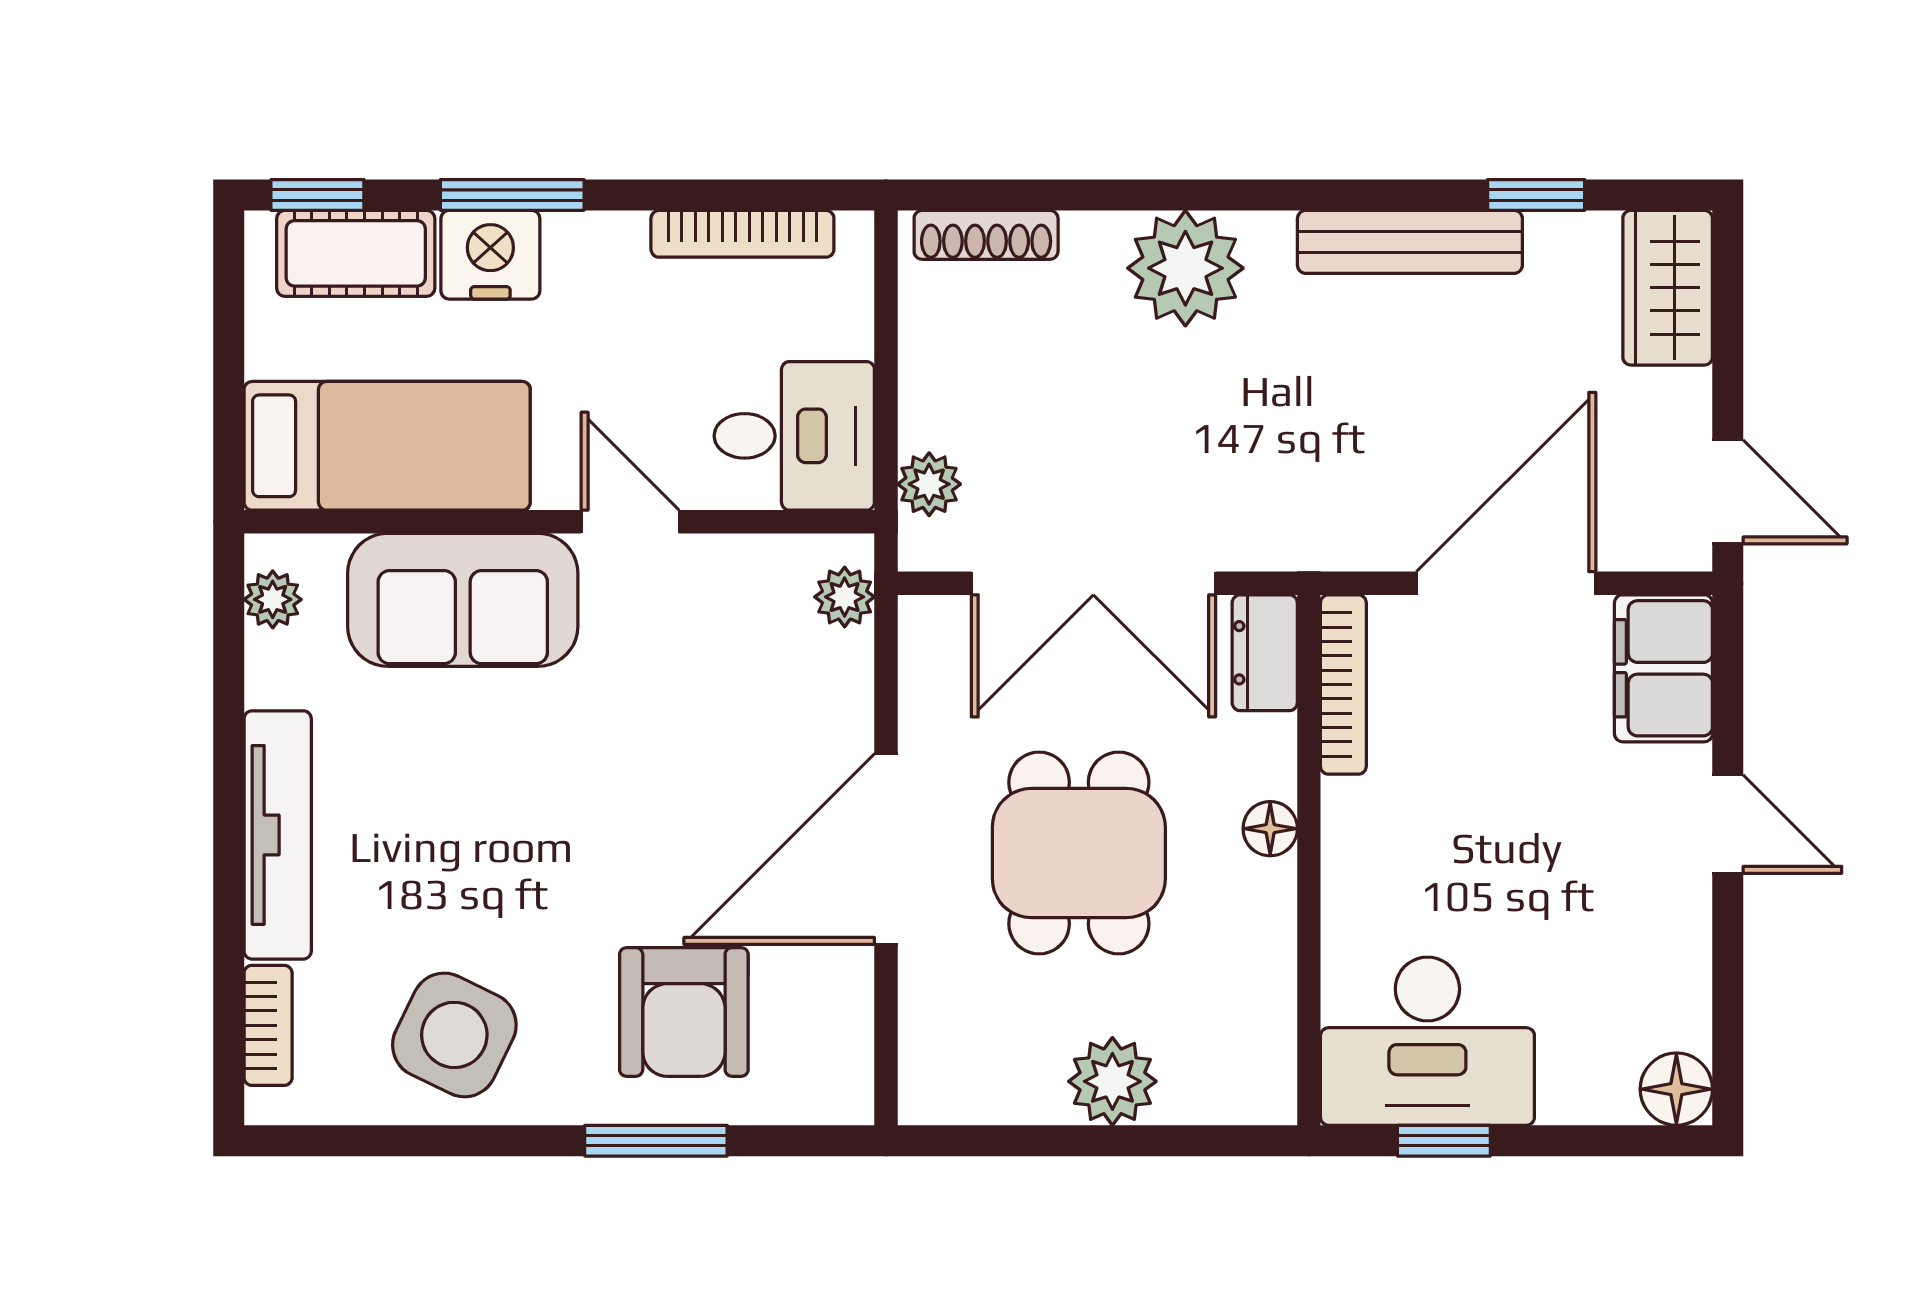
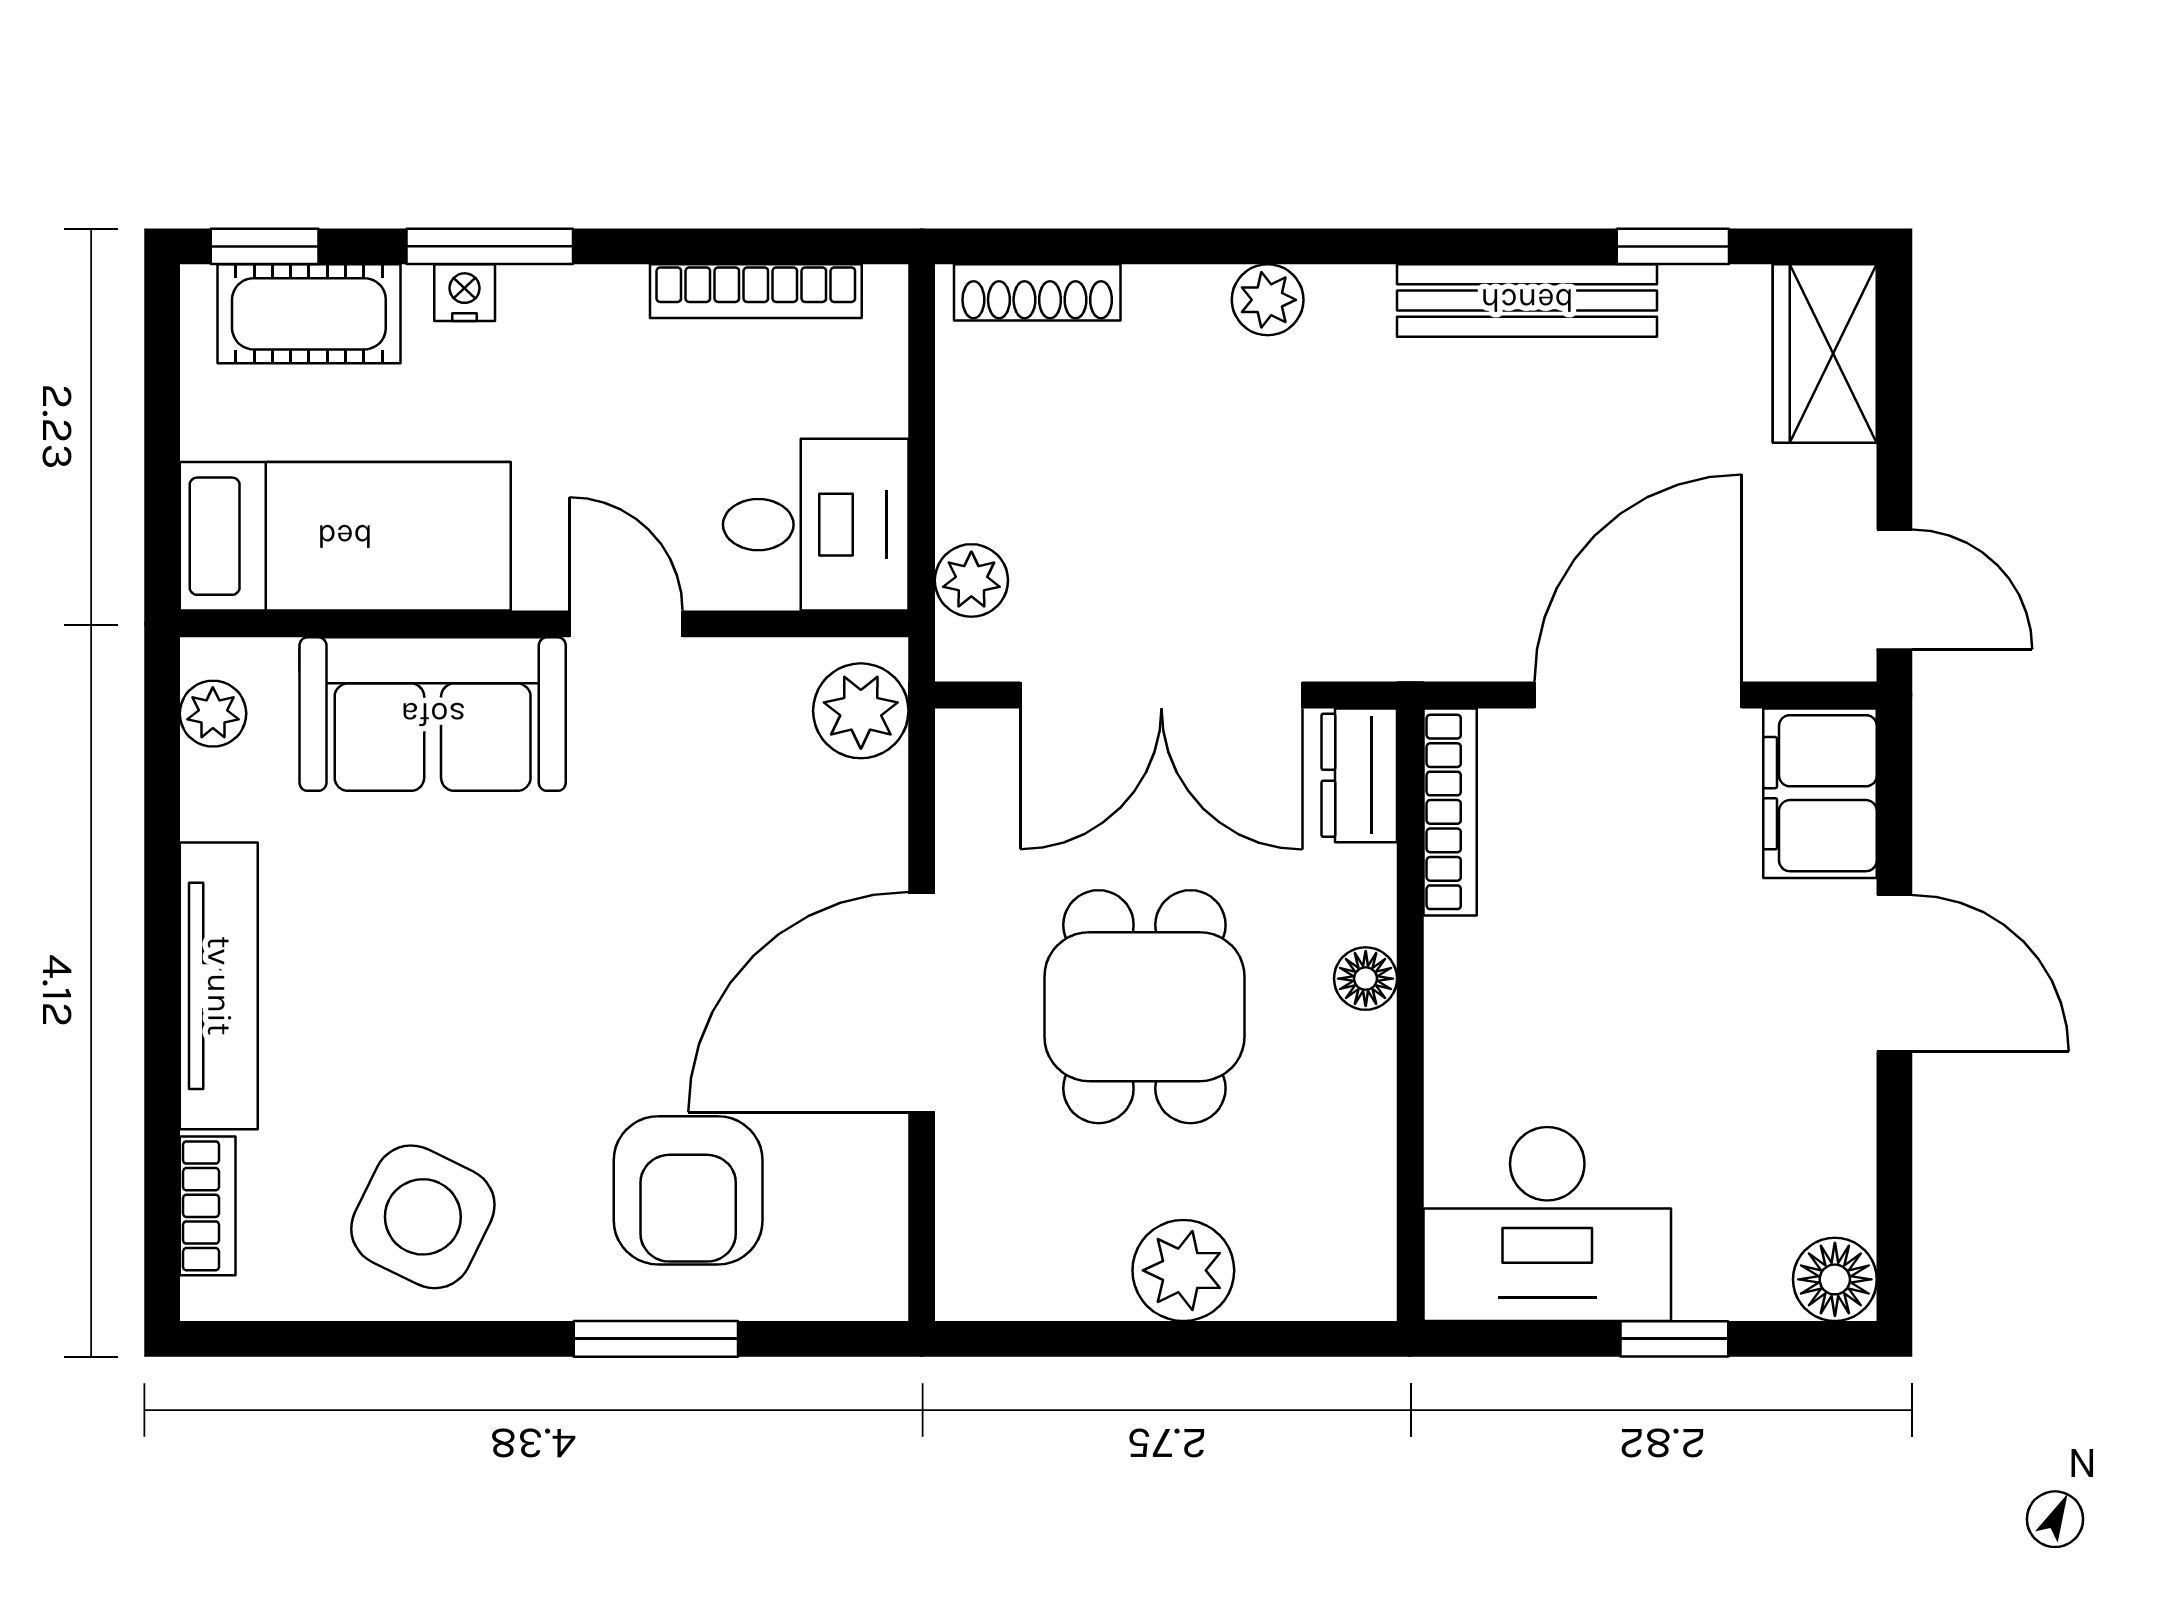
nightstand: (490, 255) -> (465, 293), width x0.53, depth x0.56
plant: (1185, 268) -> (1268, 300), width x0.53, depth x0.53
plant: (845, 597) -> (861, 711), width x1.38, depth x1.38
door: (1728, 824) -> (1894, 973), width x1.38
window: (1444, 1141) -> (1674, 1339), moved

